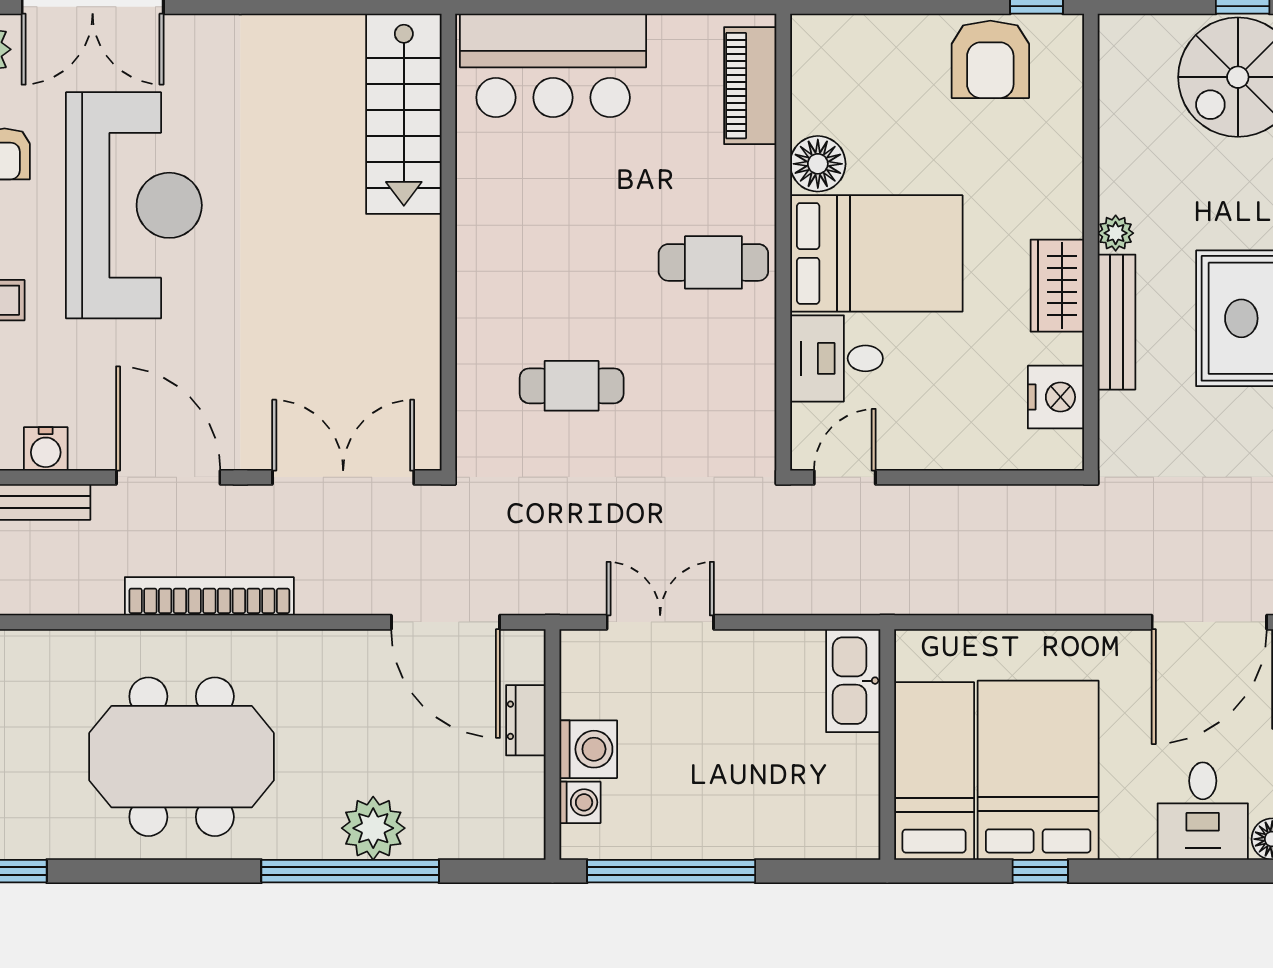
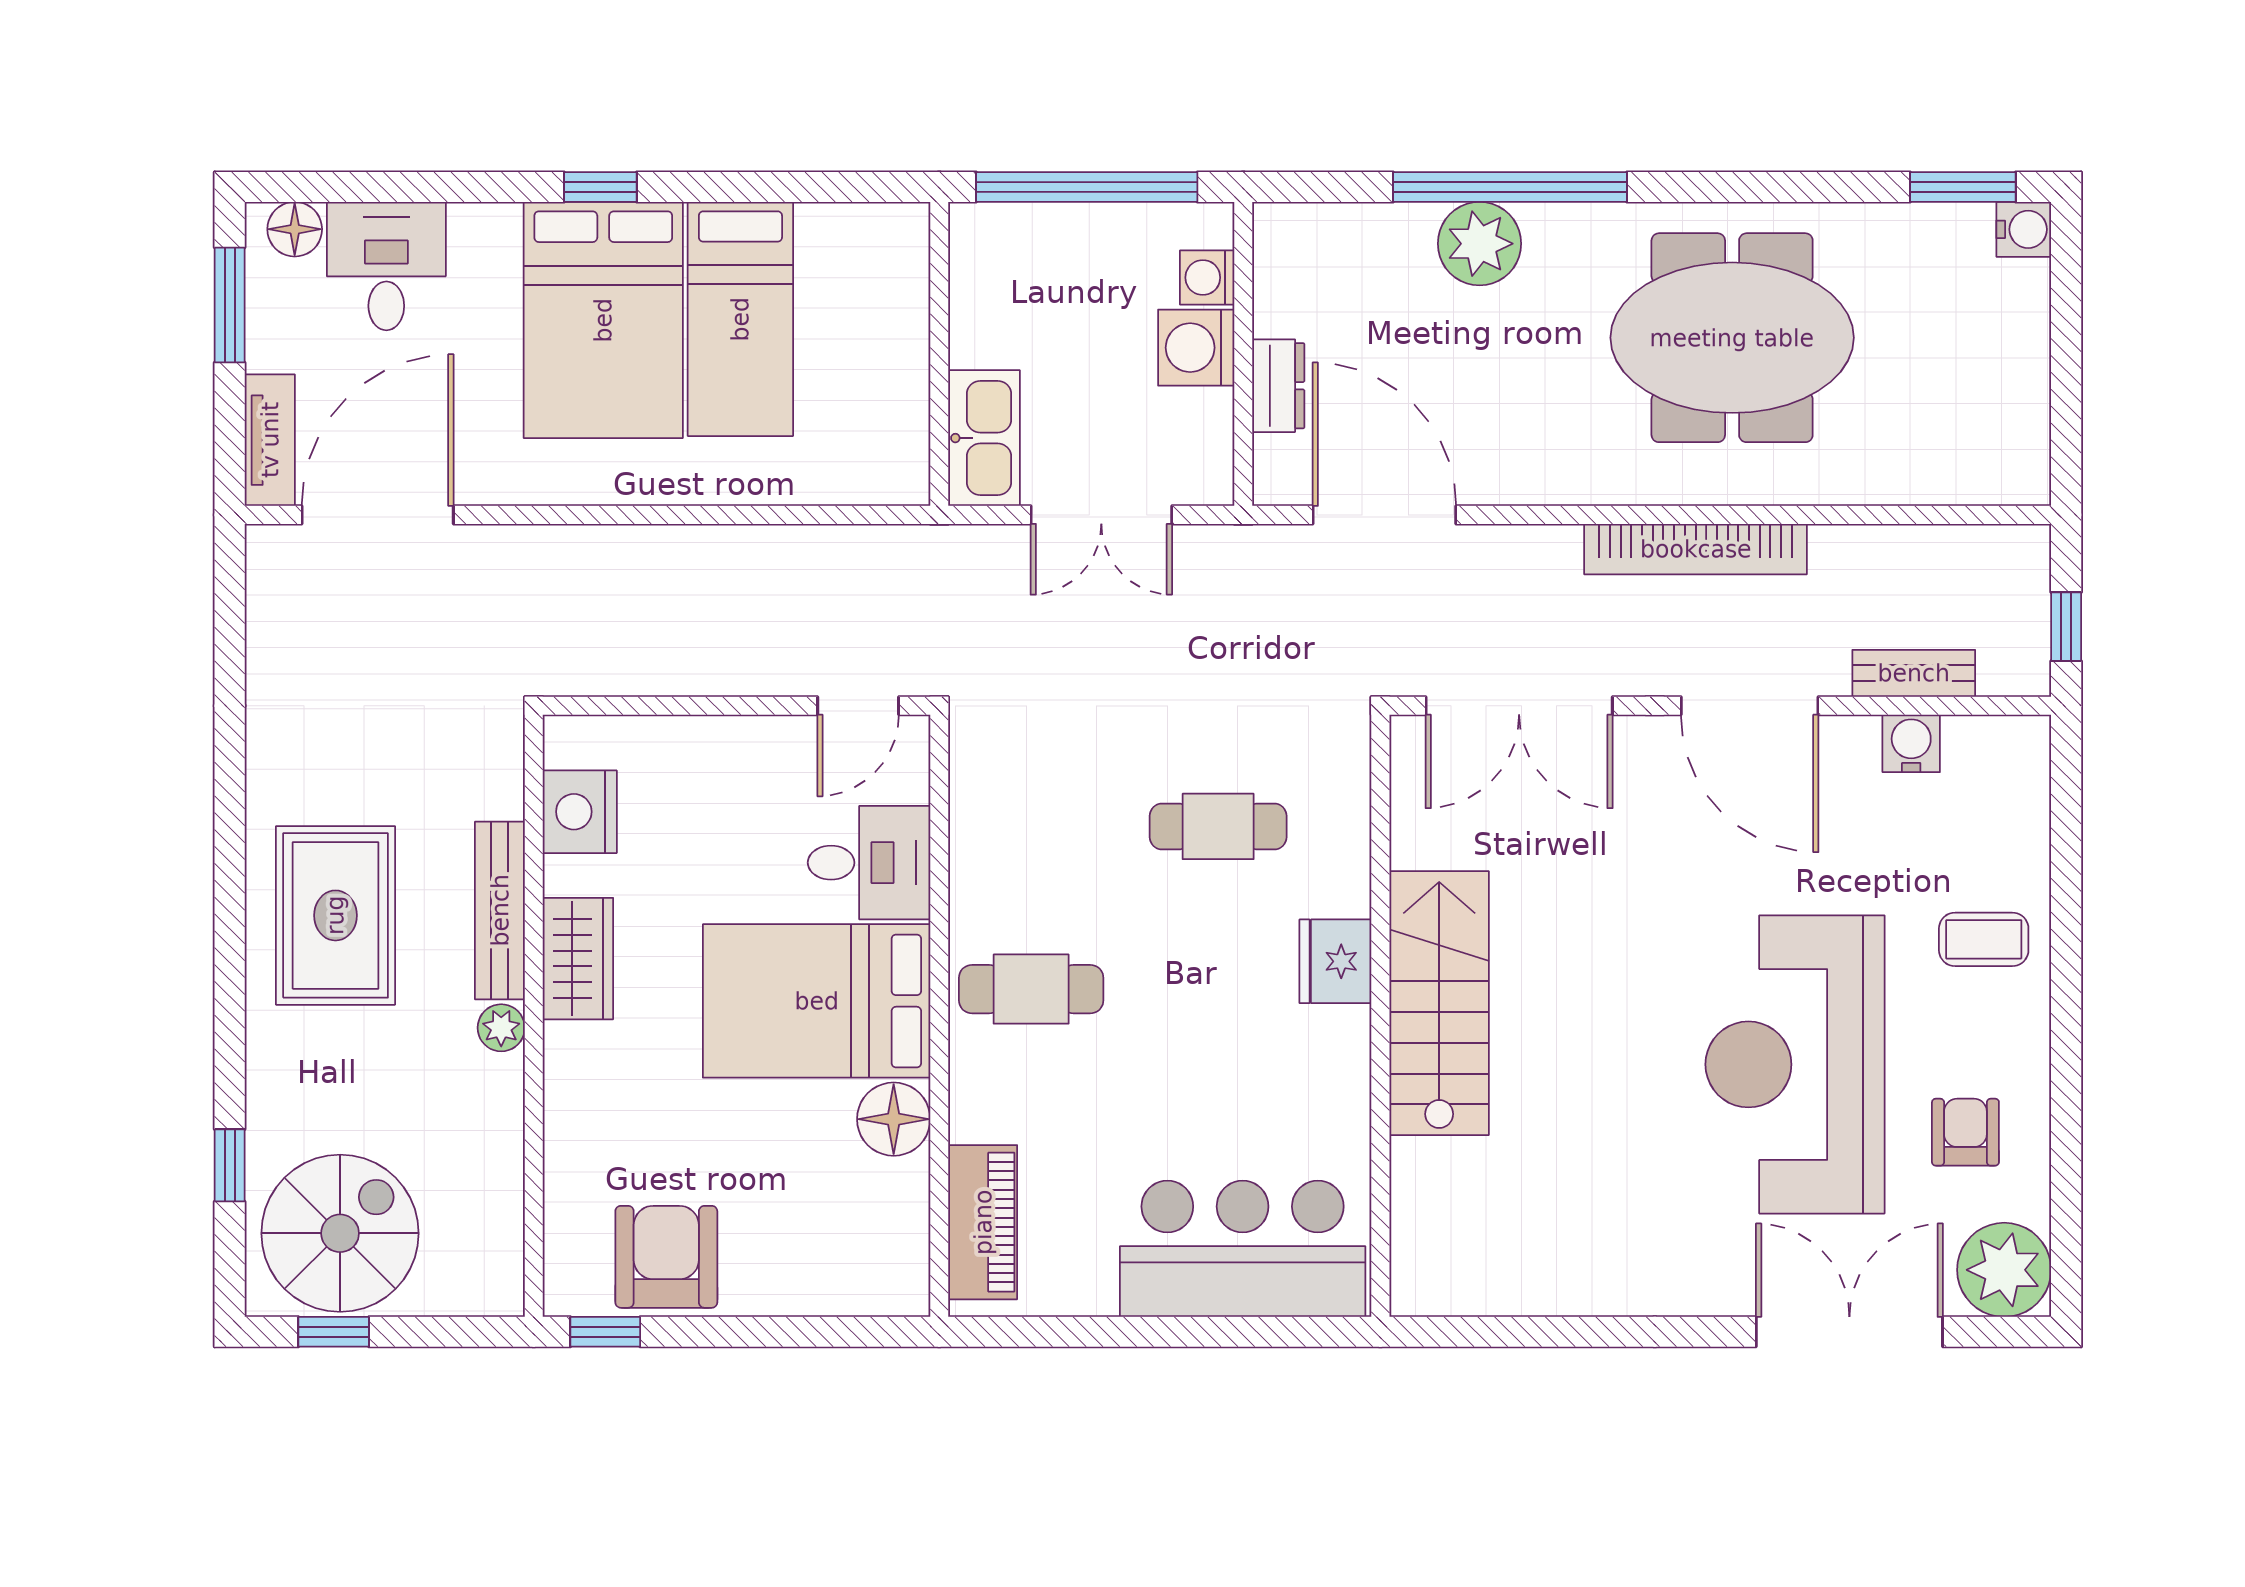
stairs: (404, 114) -> (1439, 1003), moved
fridge: (483, 284) -> (1335, 961), added
kitchen sink: (853, 681) -> (984, 438), moved
wall: (887, 744) -> (939, 354), moved

